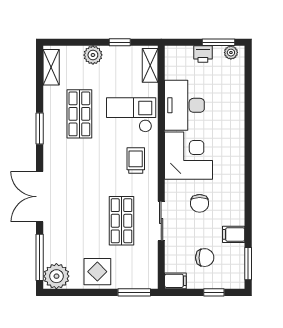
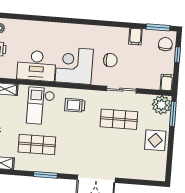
window: (40, 257) -> (141, 182), removed
chair: (205, 258) -> (165, 44), moved
plant: (56, 276) -> (161, 105), moved

